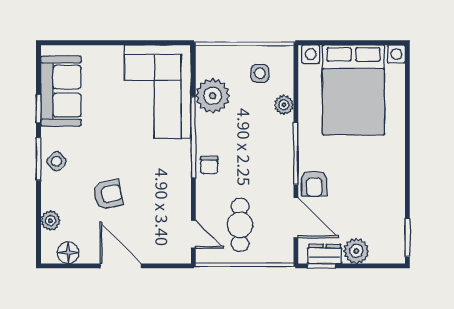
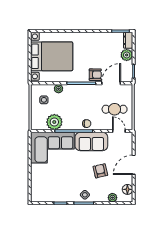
sofa: (61, 91) -> (91, 141), moved, turned 180
door: (193, 234) -> (119, 131), hinge flipped
dresser: (325, 254) -> (128, 40), moved

